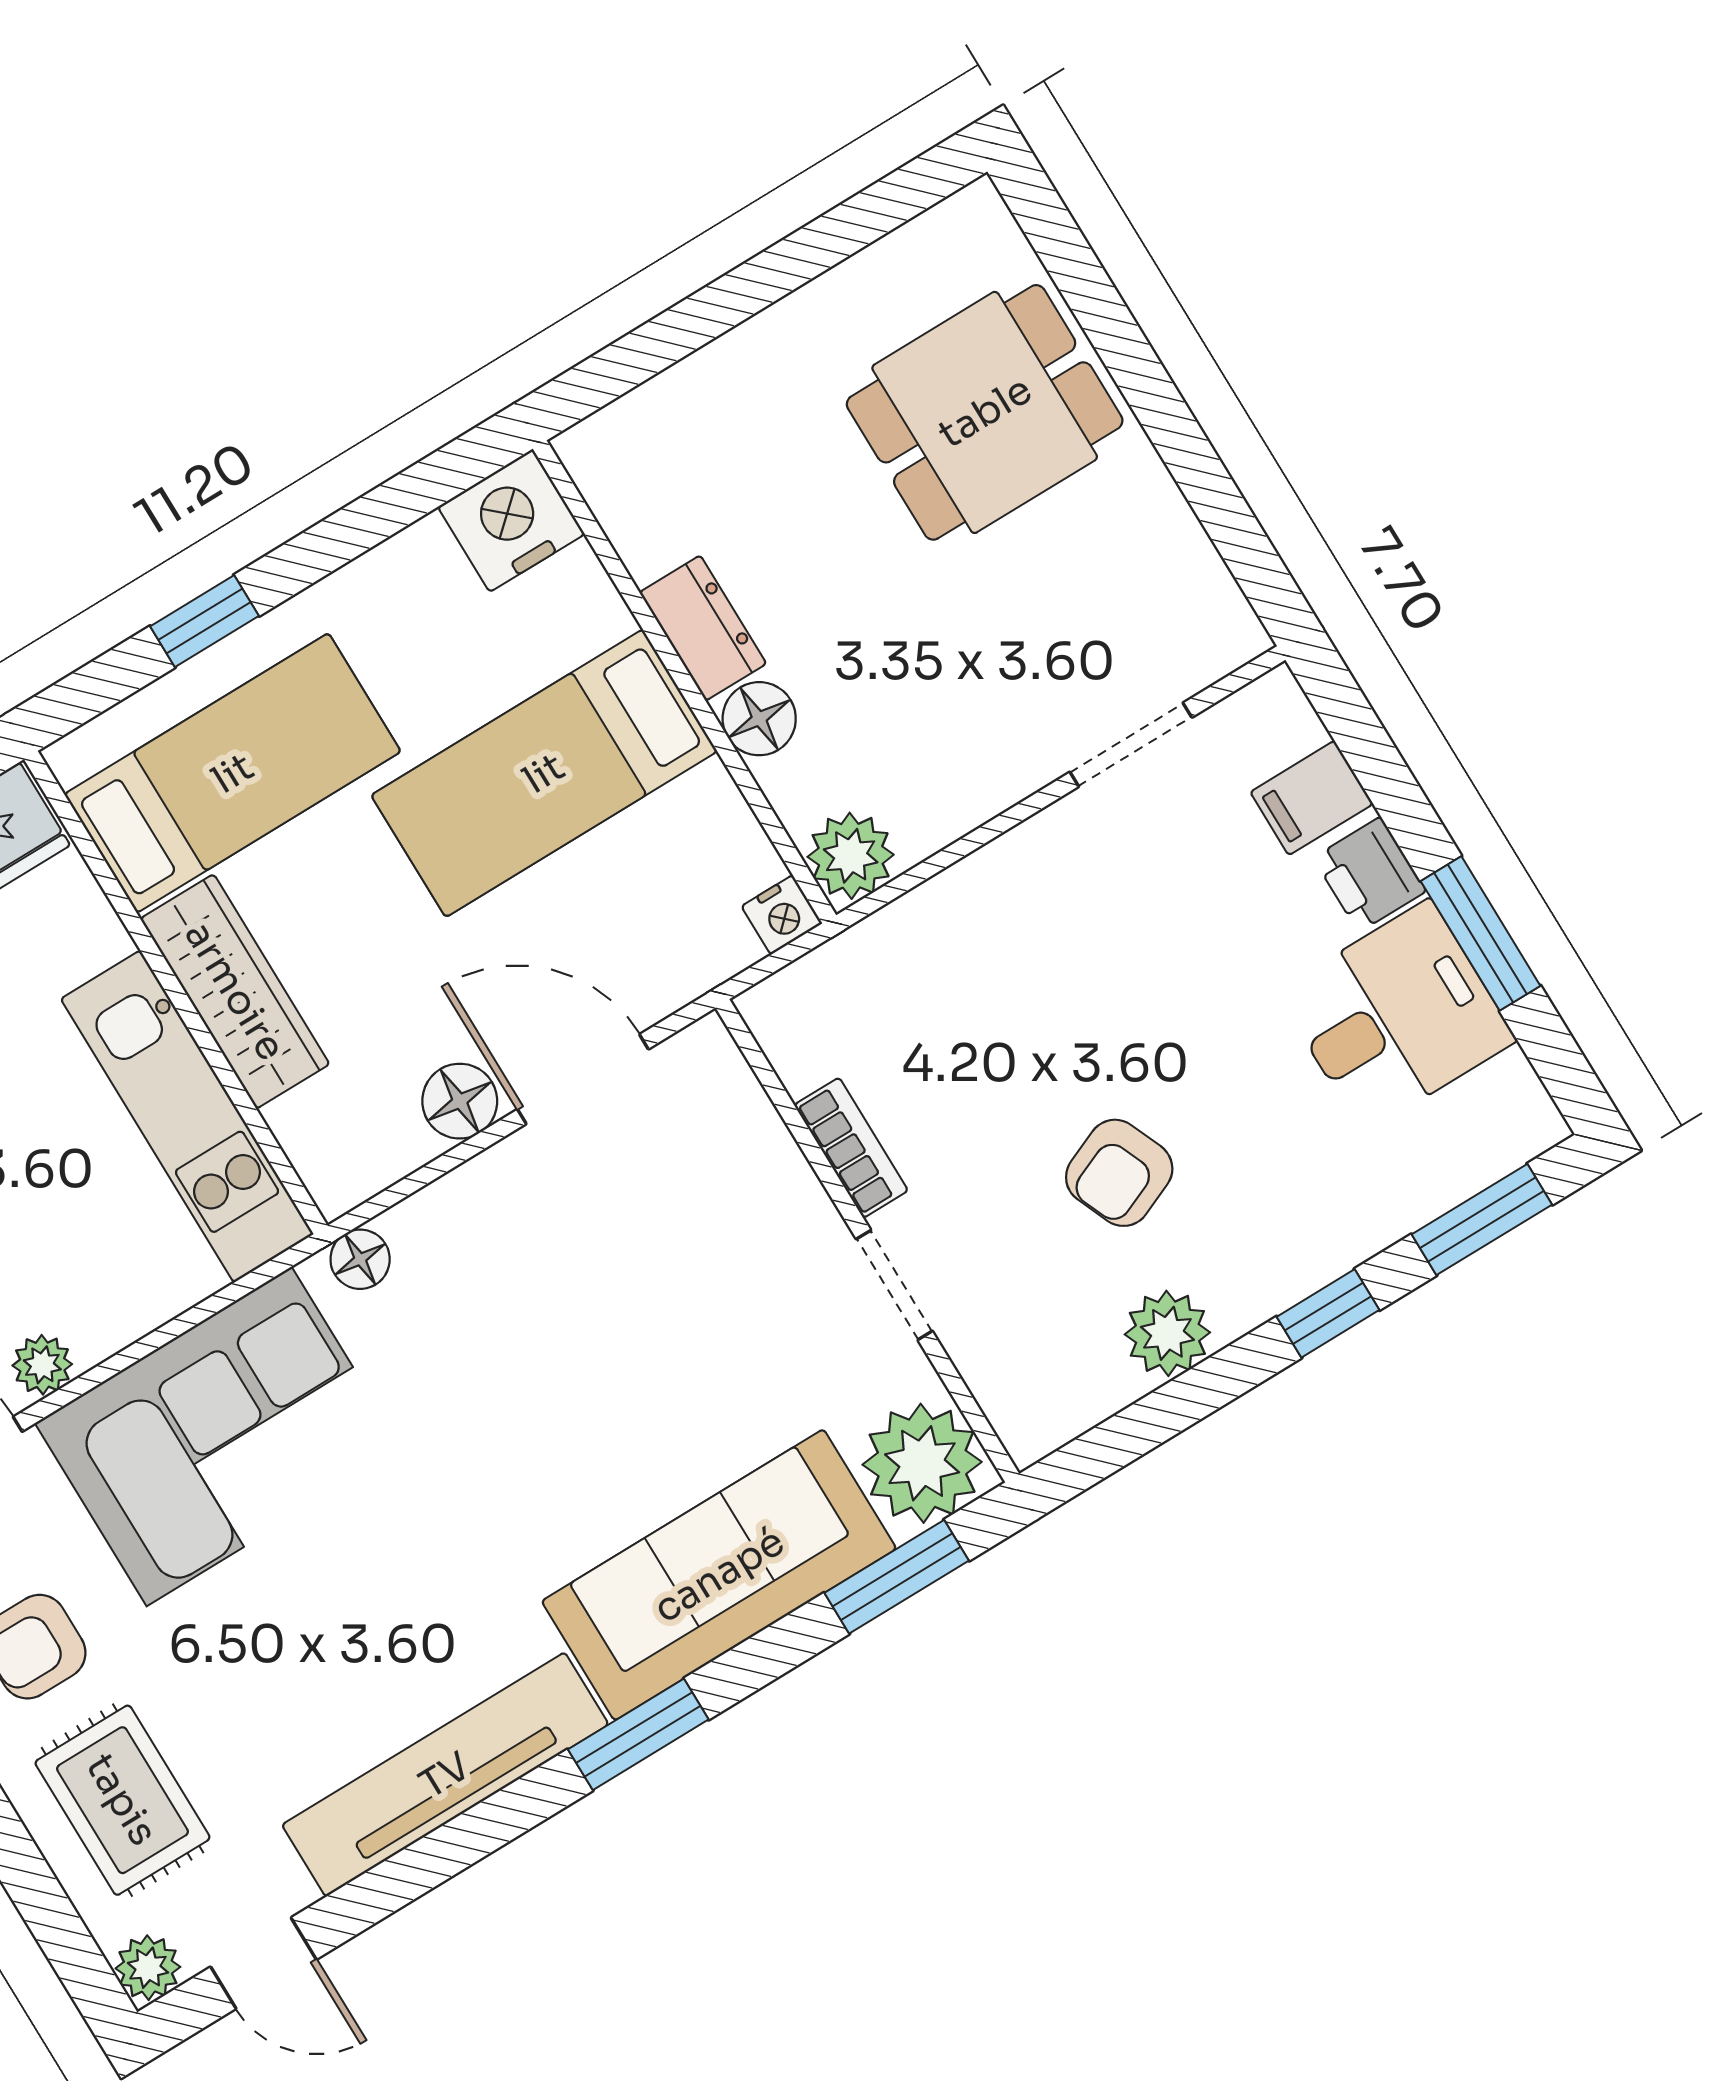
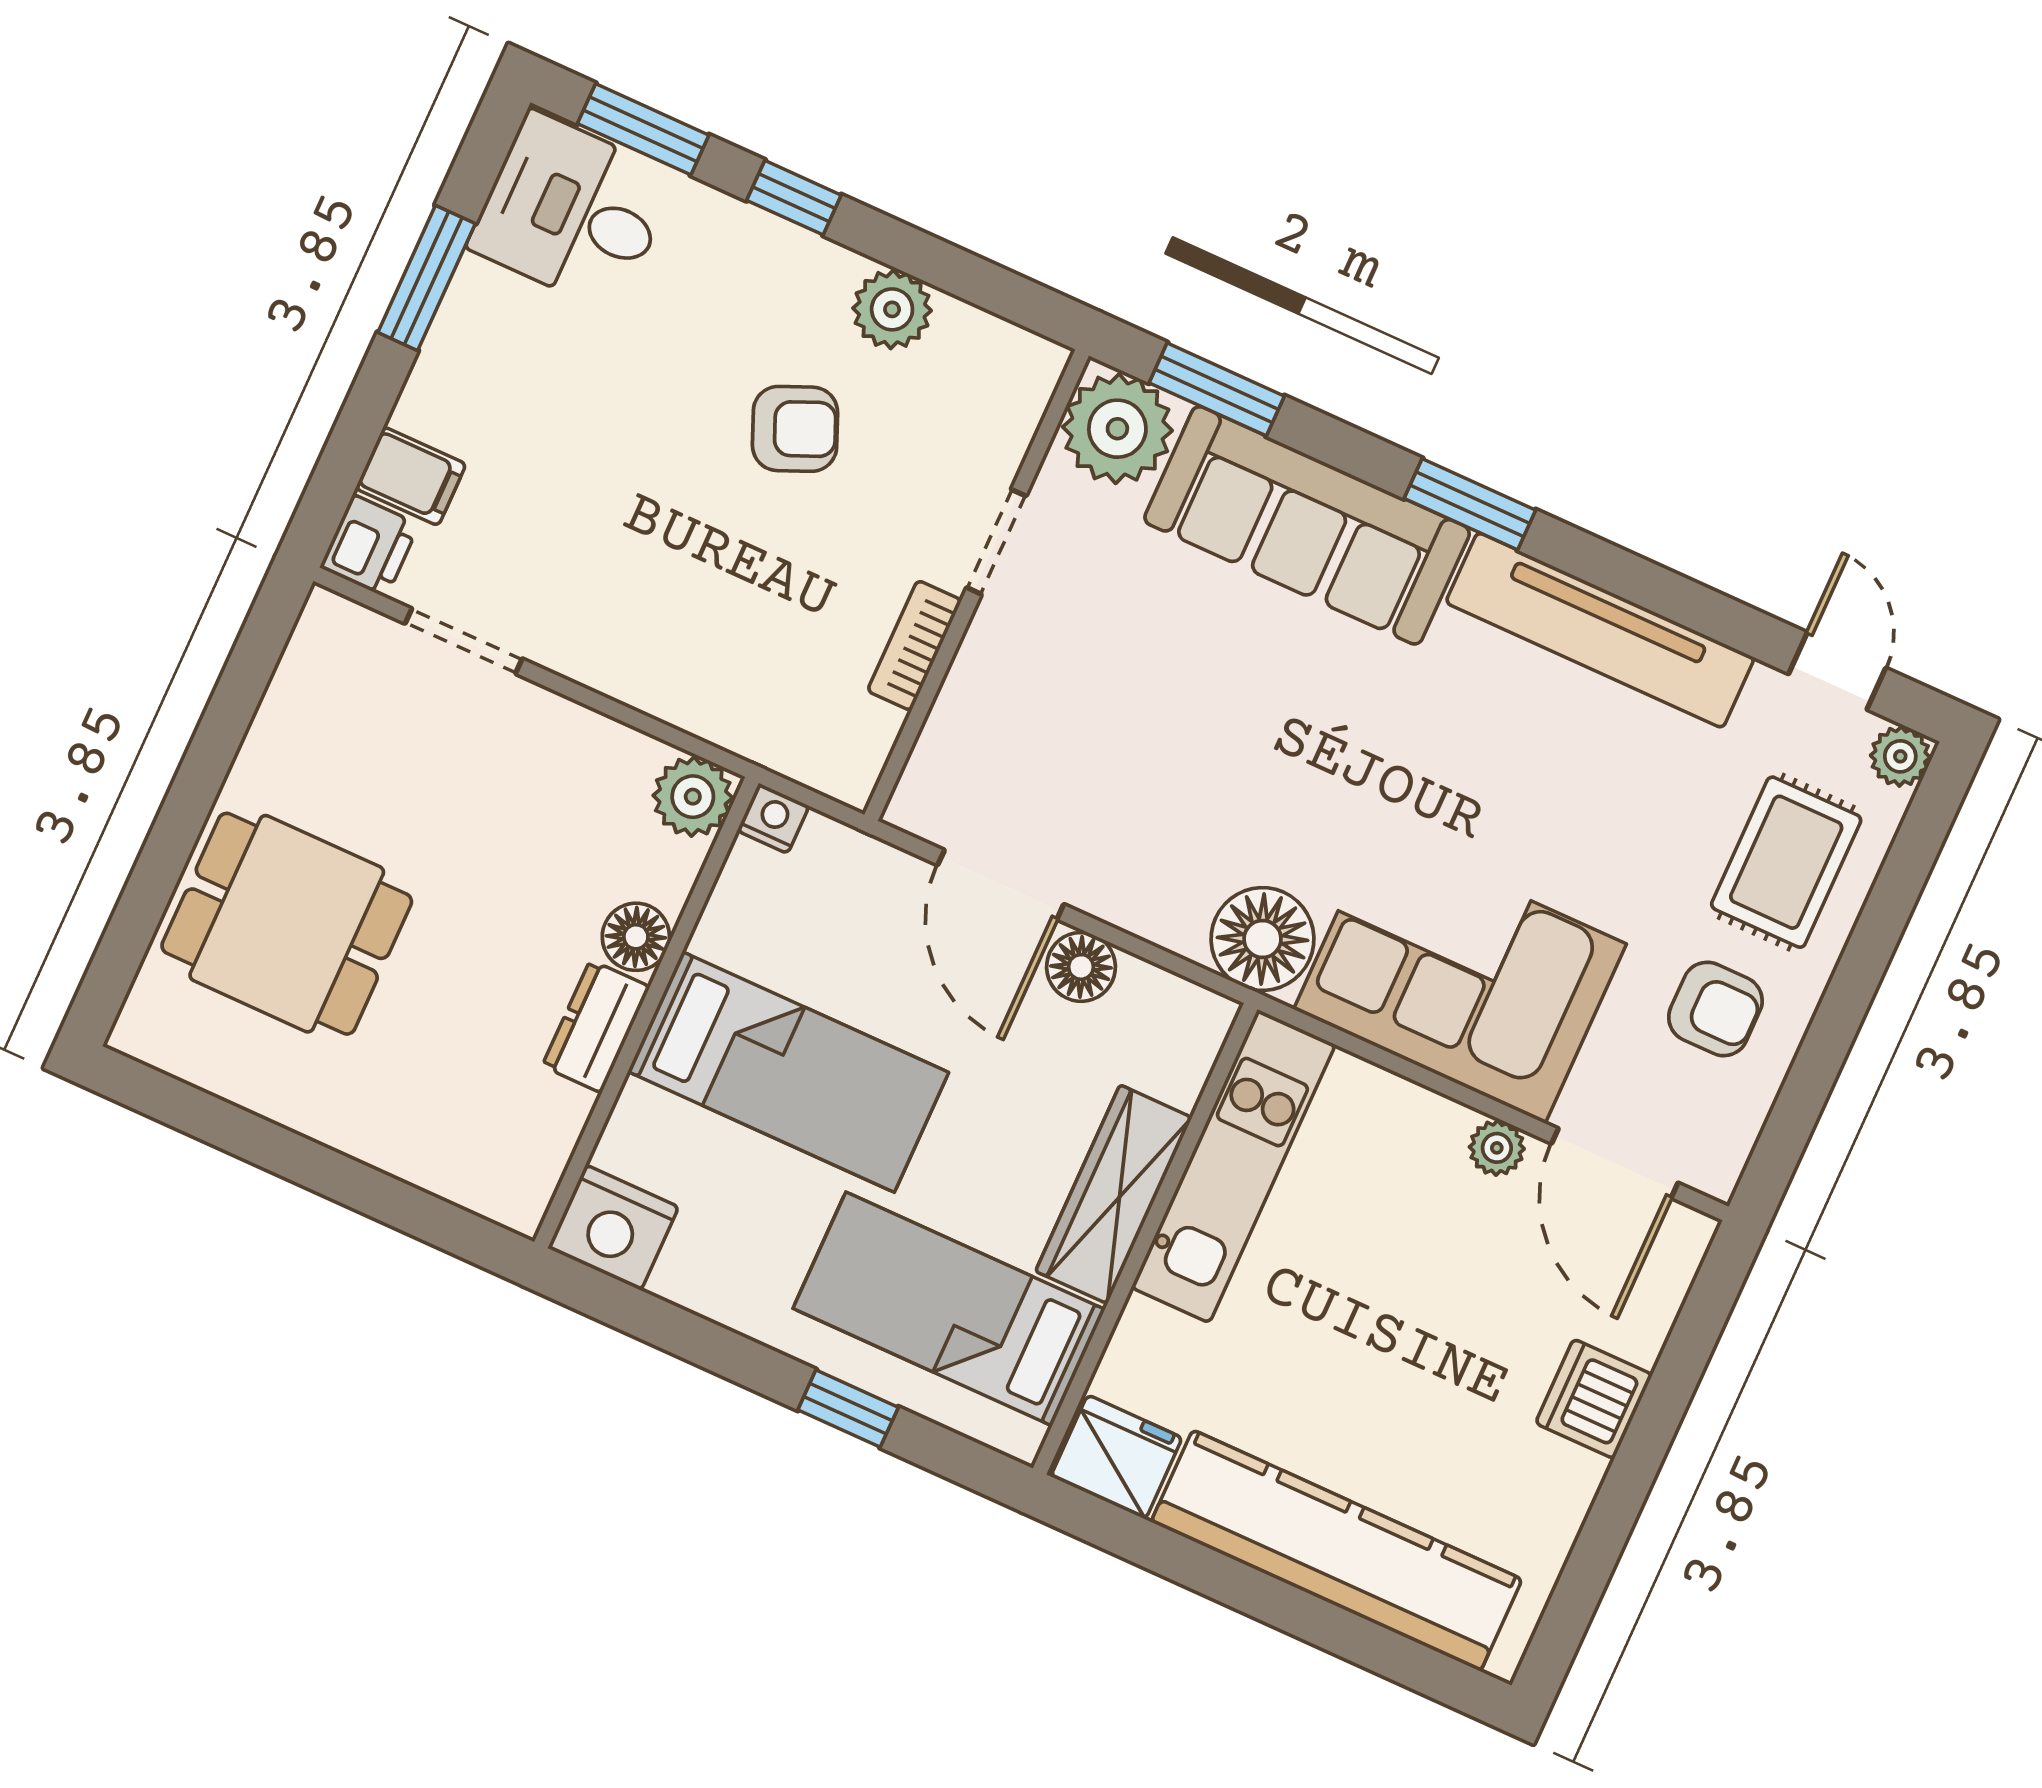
printer: (1370, 874) -> (369, 546), moved
desk: (1396, 1016) -> (573, 212), moved
floor lamp: (360, 1259) -> (1263, 939), width x1.89, depth x1.89

